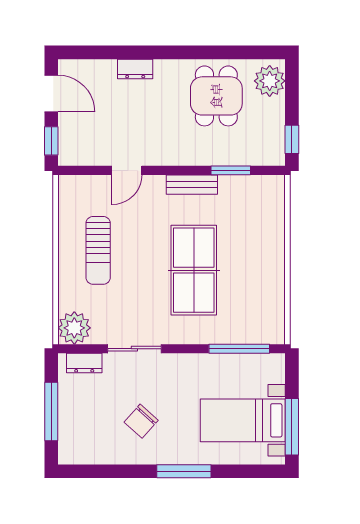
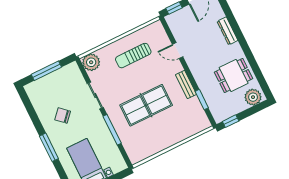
dresser: (135, 69) -> (227, 31), width x1.44
window: (239, 349) -> (112, 130), moved
dresser: (84, 363) -> (77, 75), removed

